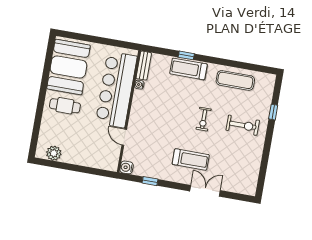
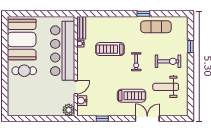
window: (186, 55) -> (143, 14), moved
treadmill: (189, 69) -> (110, 49), moved
door: (124, 137) -> (76, 87), swing flipped
plant: (54, 153) -> (69, 110), moved
weight bench: (234, 156) -> (166, 87), added
water cooler: (127, 167) -> (82, 101), moved

